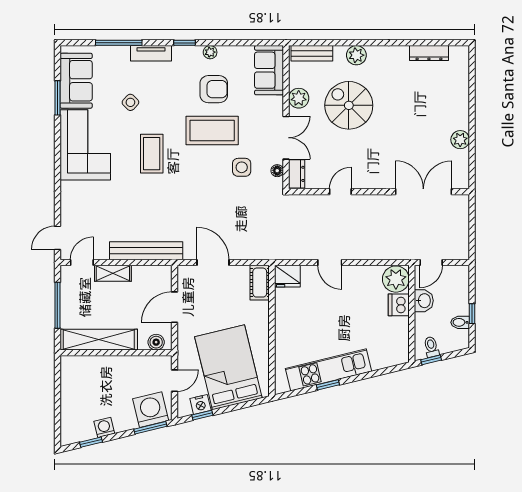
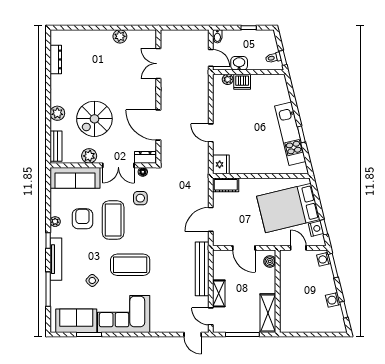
tv unit: (151, 53) -> (56, 259), width x1.41
sofa: (269, 70) -> (75, 178), width x1.36
double door: (286, 138) -> (118, 165), swing flipped
coffee table: (152, 154) -> (130, 265), width x1.36, depth x1.32
door: (340, 192) -> (158, 125), width x1.88
double door: (423, 192) -> (158, 64), width x0.73
door: (330, 262) -> (211, 133), swing flipped
plant: (396, 279) -> (228, 79), width x0.53, depth x0.53
bidet: (460, 322) -> (217, 36), moved
shelving: (99, 340) -> (268, 313), width x0.68
washing machine: (151, 410) -> (324, 259), width x0.53, depth x0.53

